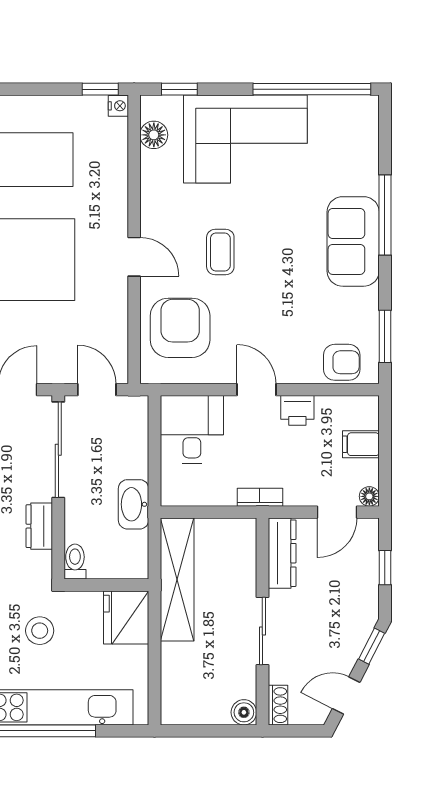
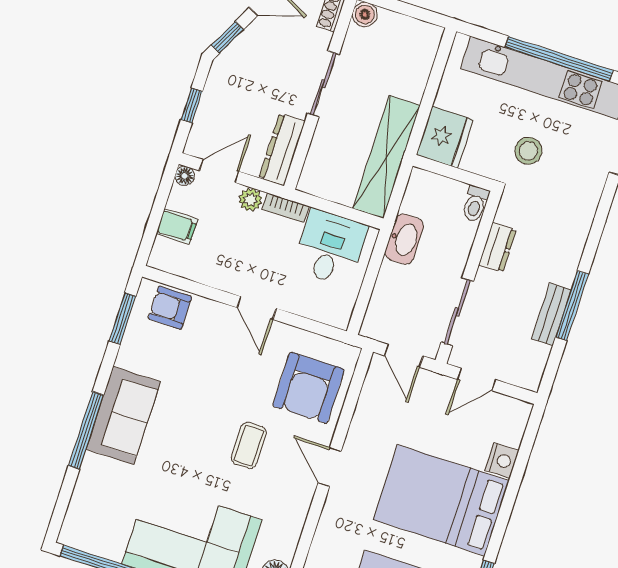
printer: (297, 410) -> (225, 277), removed
desk: (192, 429) -> (330, 248), moved, turned 180
sliding door: (58, 450) -> (457, 312), width x0.73
plant: (297, 494) -> (250, 200), added

